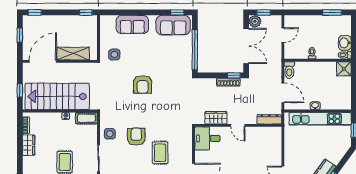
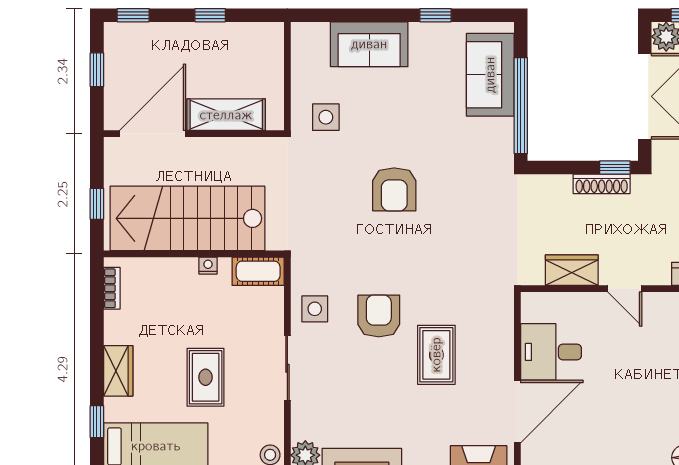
window: (86, 12) -> (210, 15), moved
window: (177, 12) -> (436, 15), moved
sofa: (173, 25) -> (490, 75), moved, turned 90
desk: (207, 138) -> (551, 352), moved
wardrobe: (29, 145) -> (118, 371), moved

